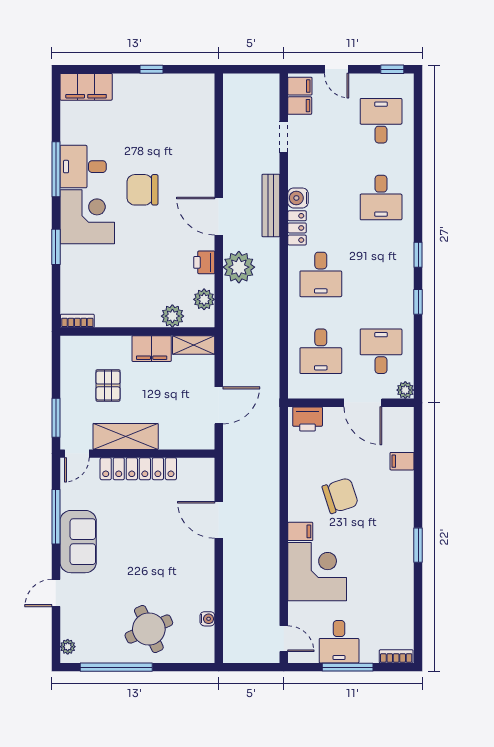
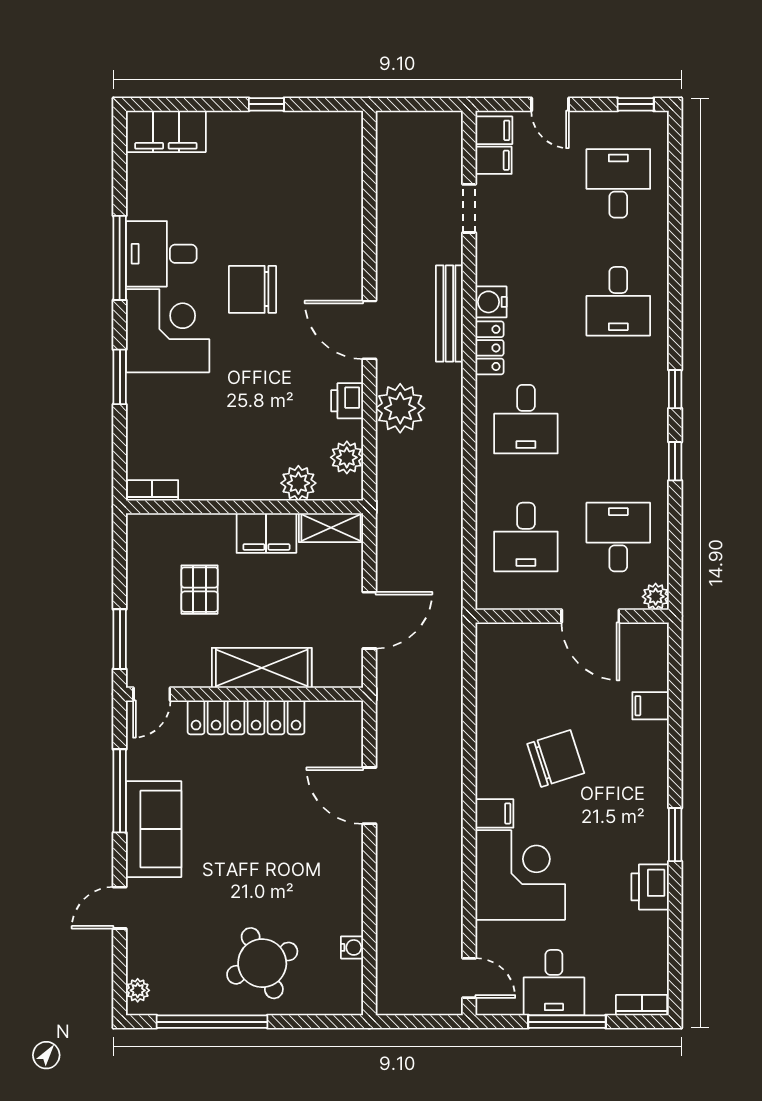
printer: (308, 419) -> (650, 887), moved, turned 90
shelving: (126, 436) -> (262, 668), moved

